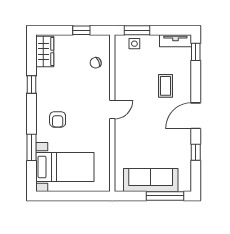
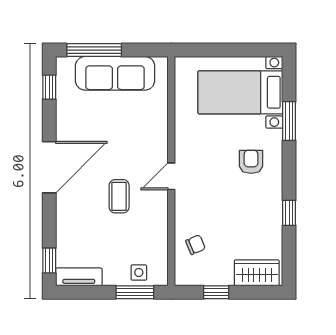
wardrobe: (45, 51) -> (257, 273), moved, turned 90
coffee table: (165, 86) -> (119, 196), moved
door: (196, 116) -> (49, 167), width x1.36
window: (196, 152) -> (49, 87), moved

